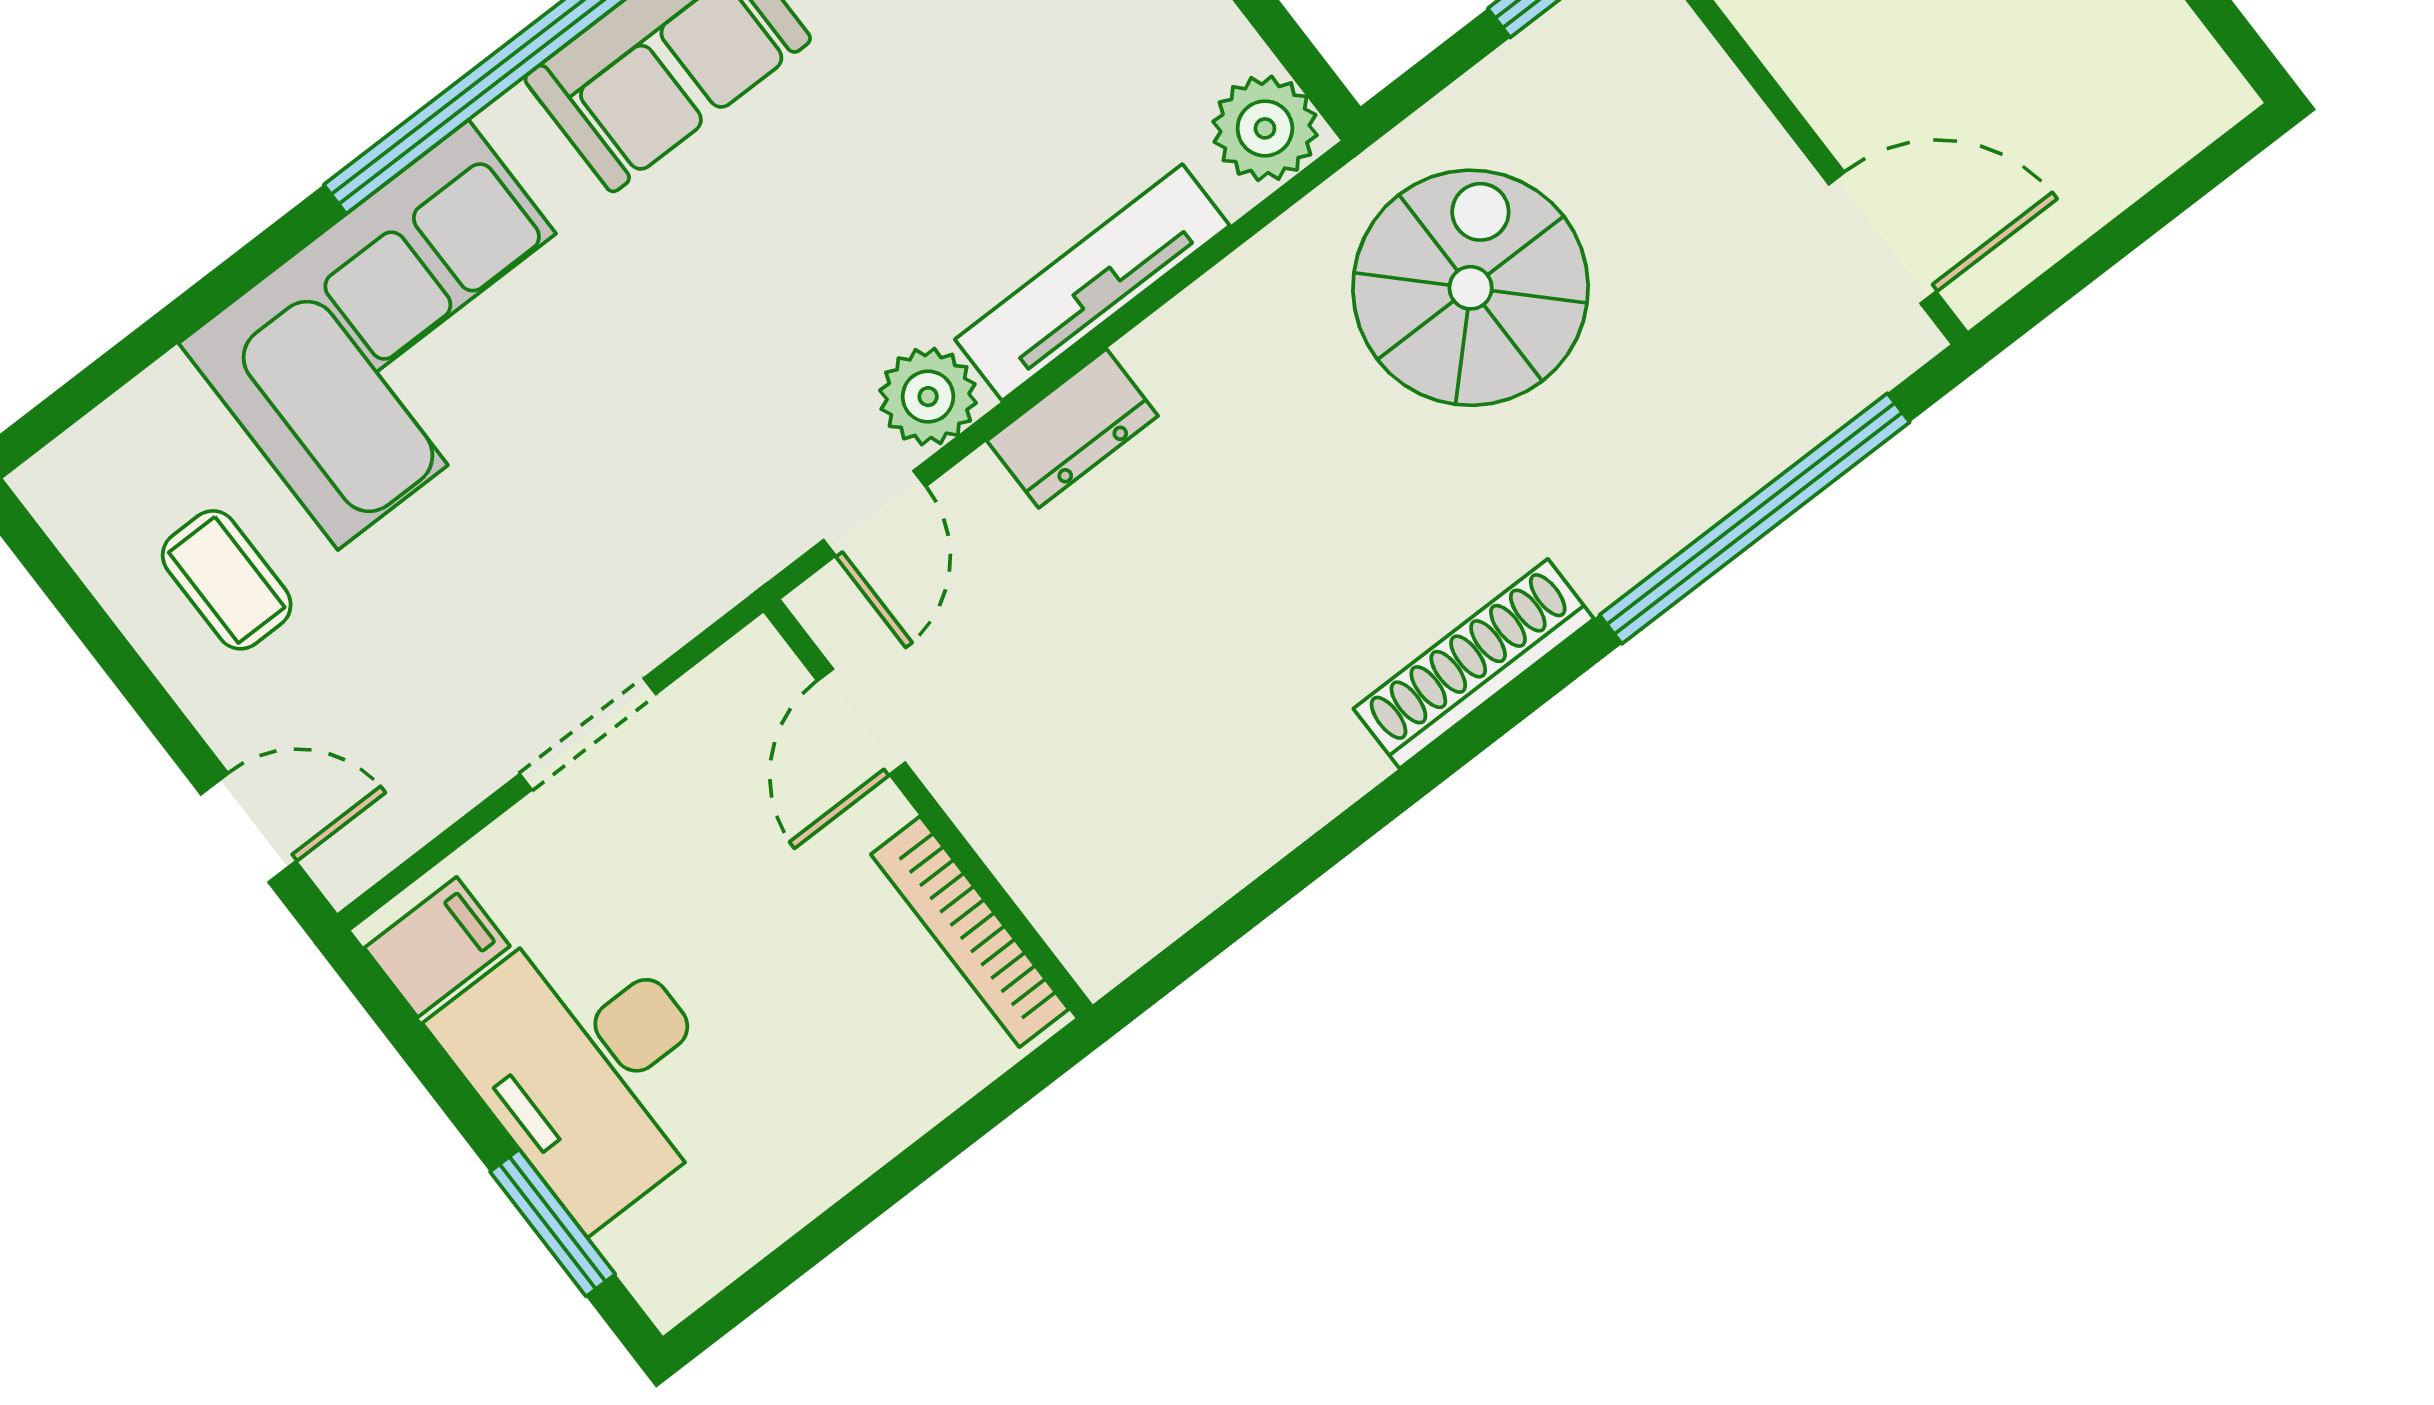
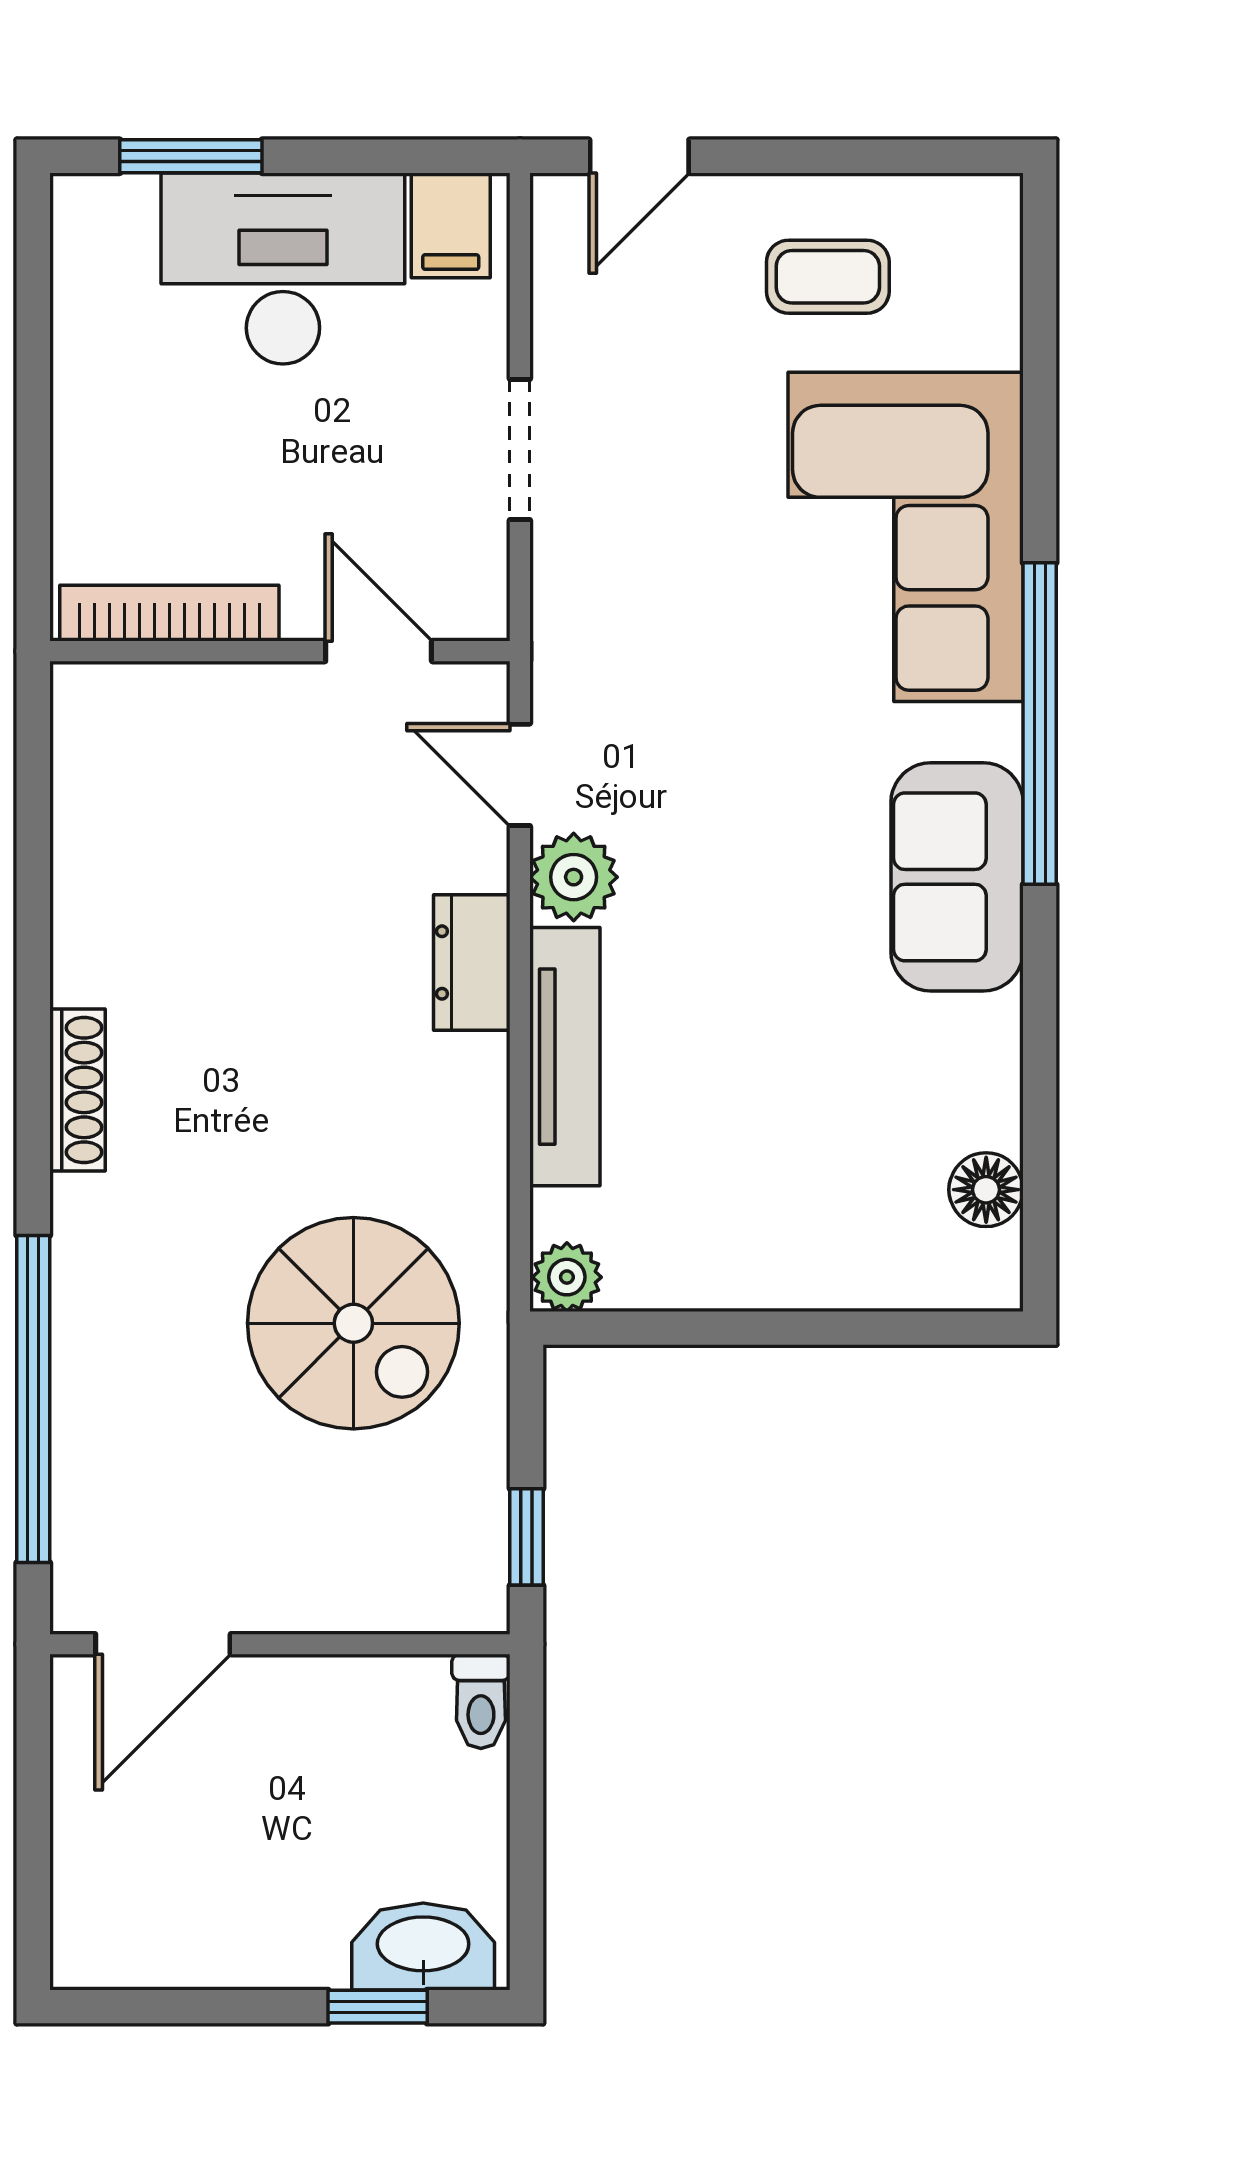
plant: (1265, 128) -> (567, 1277), width x0.73, depth x0.73
shoe rack: (1474, 664) -> (77, 1090), width x0.74, depth x0.81

